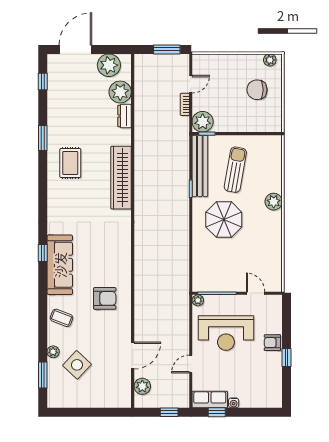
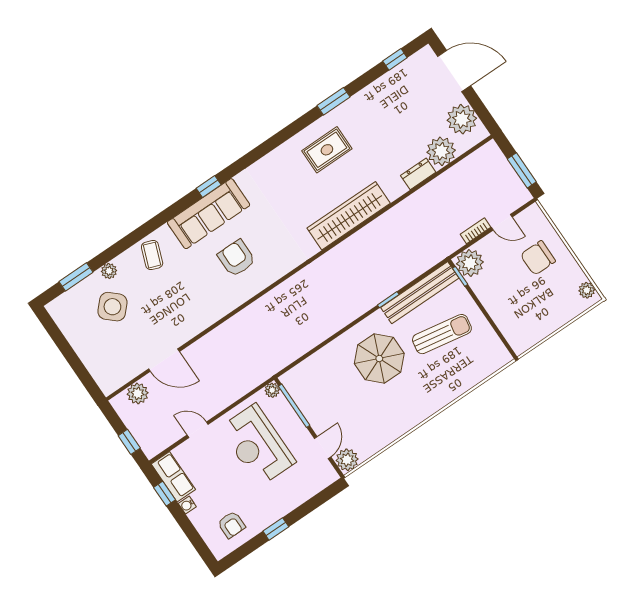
chair: (257, 90) -> (538, 258), moved, turned -90
plant: (274, 202) -> (347, 460), moved
armchair: (105, 298) -> (236, 258), moved, turned 180
armchair: (272, 343) -> (231, 525), moved, turned 180

